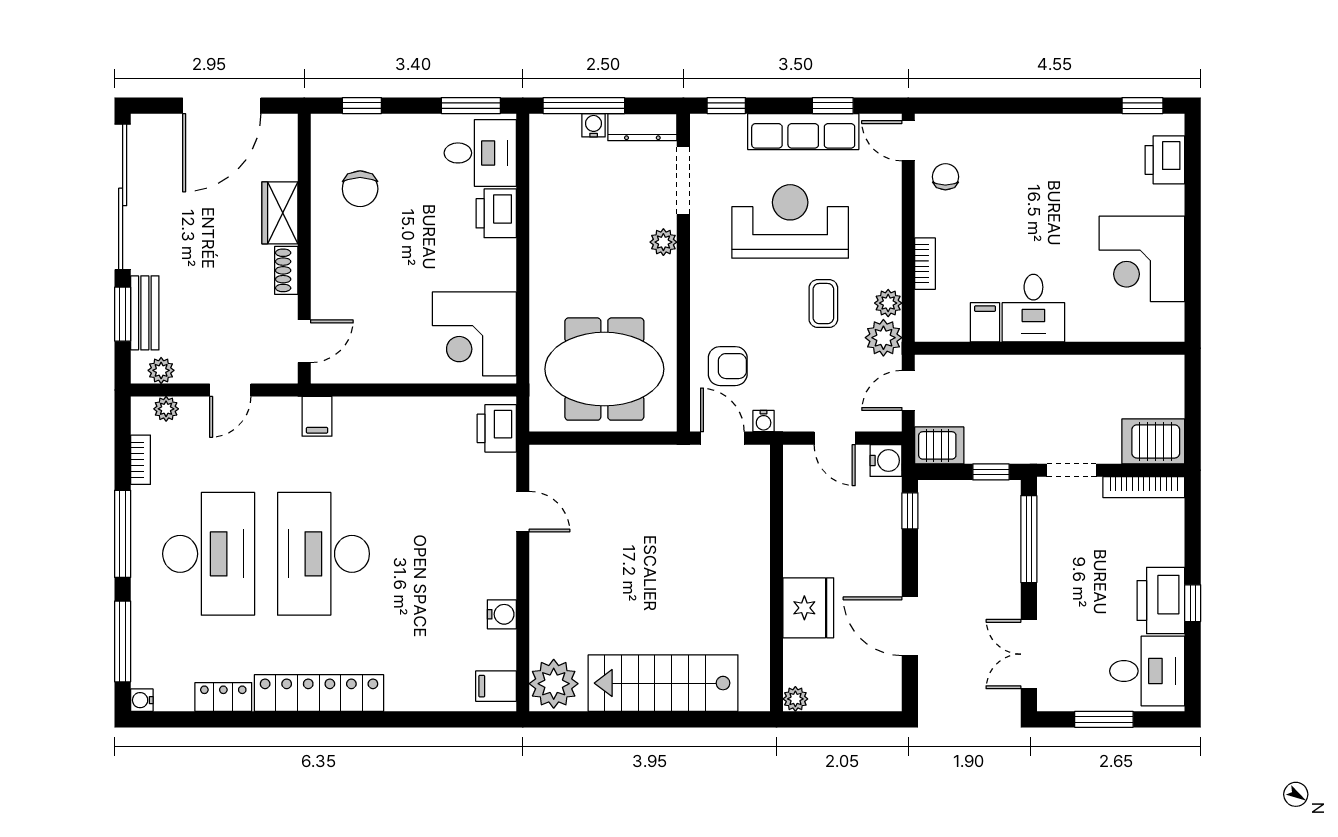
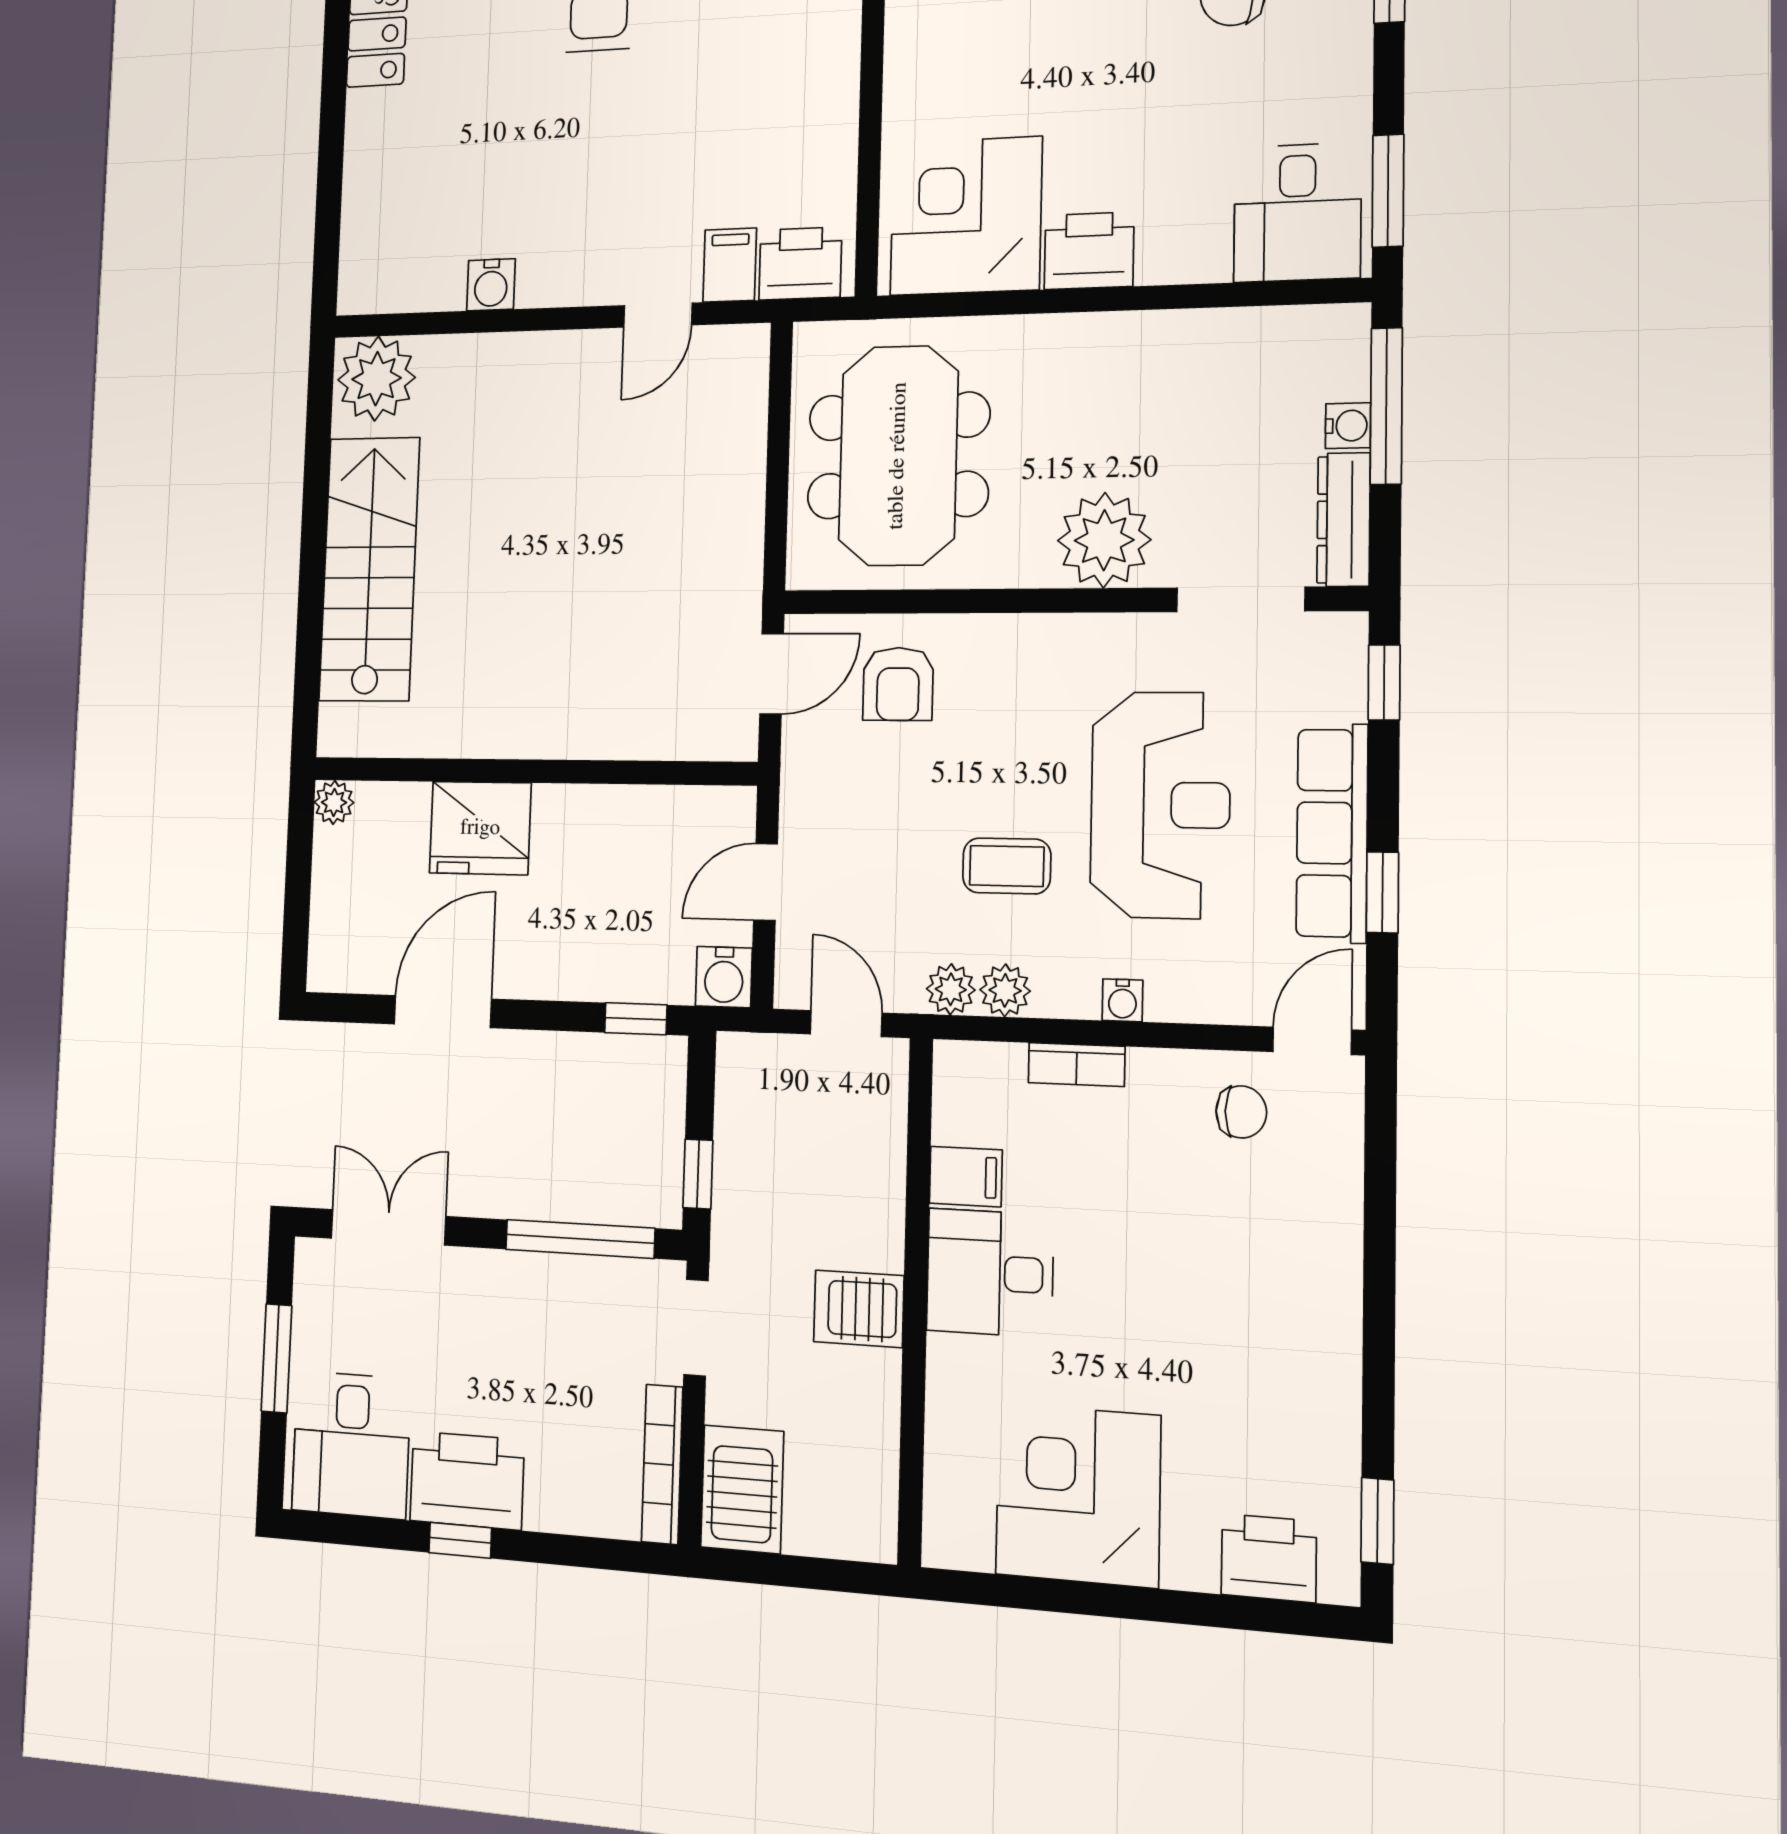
printer: (496, 213) -> (1089, 251), moved
plant: (663, 242) -> (1104, 540), width x1.88, depth x1.88
plant: (883, 338) -> (951, 989), width x0.73, depth x0.73
water cooler: (764, 421) -> (1122, 1000), moved, turned -90
server rack: (939, 445) -> (859, 1309), moved, turned 90
filing cabinet: (496, 686) -> (730, 265), moved

